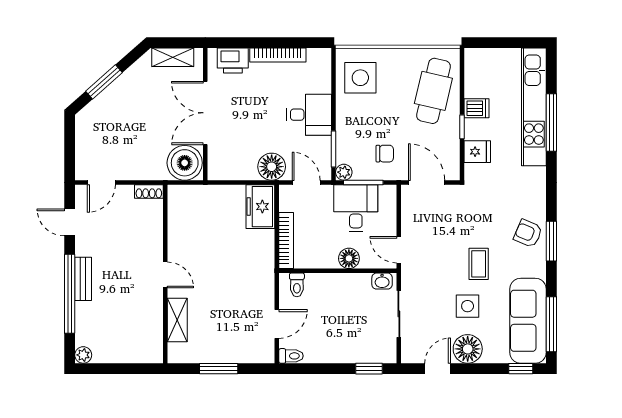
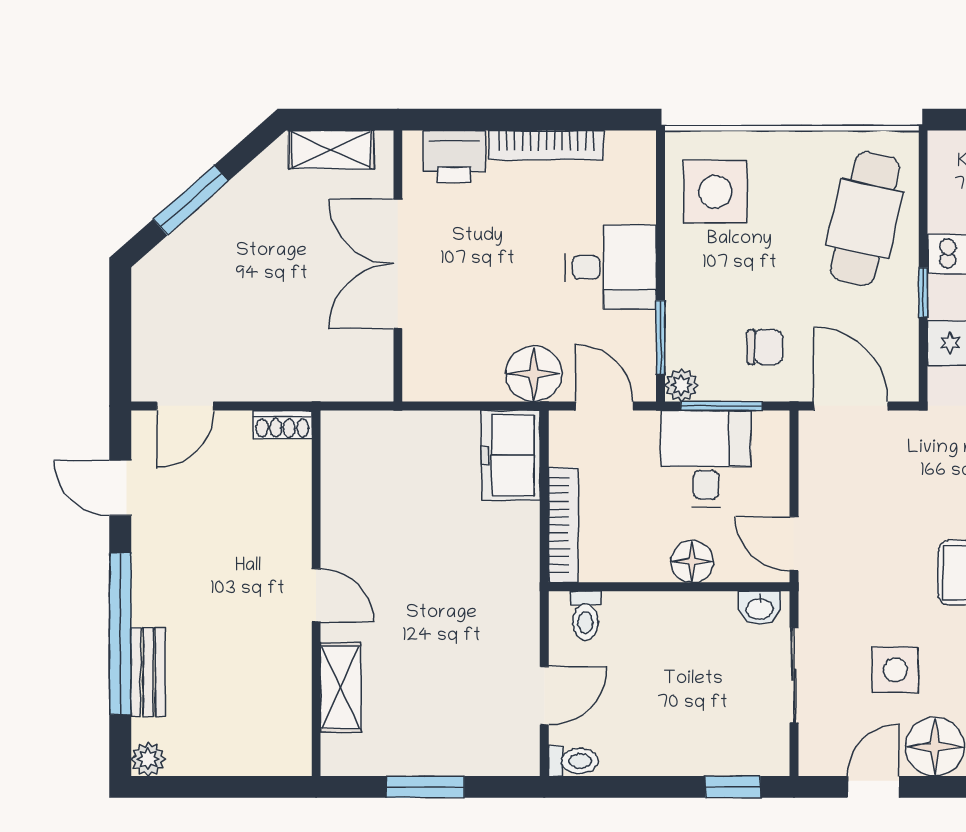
boiler: (185, 163) -> (356, 366), removed
bench: (83, 279) -> (148, 672), moved
side table: (468, 306) -> (895, 670), moved

